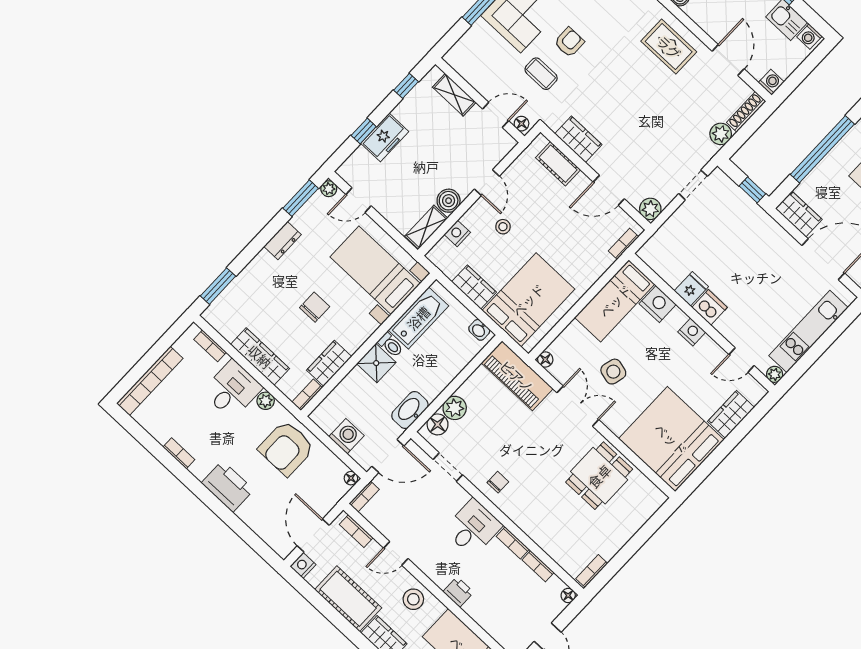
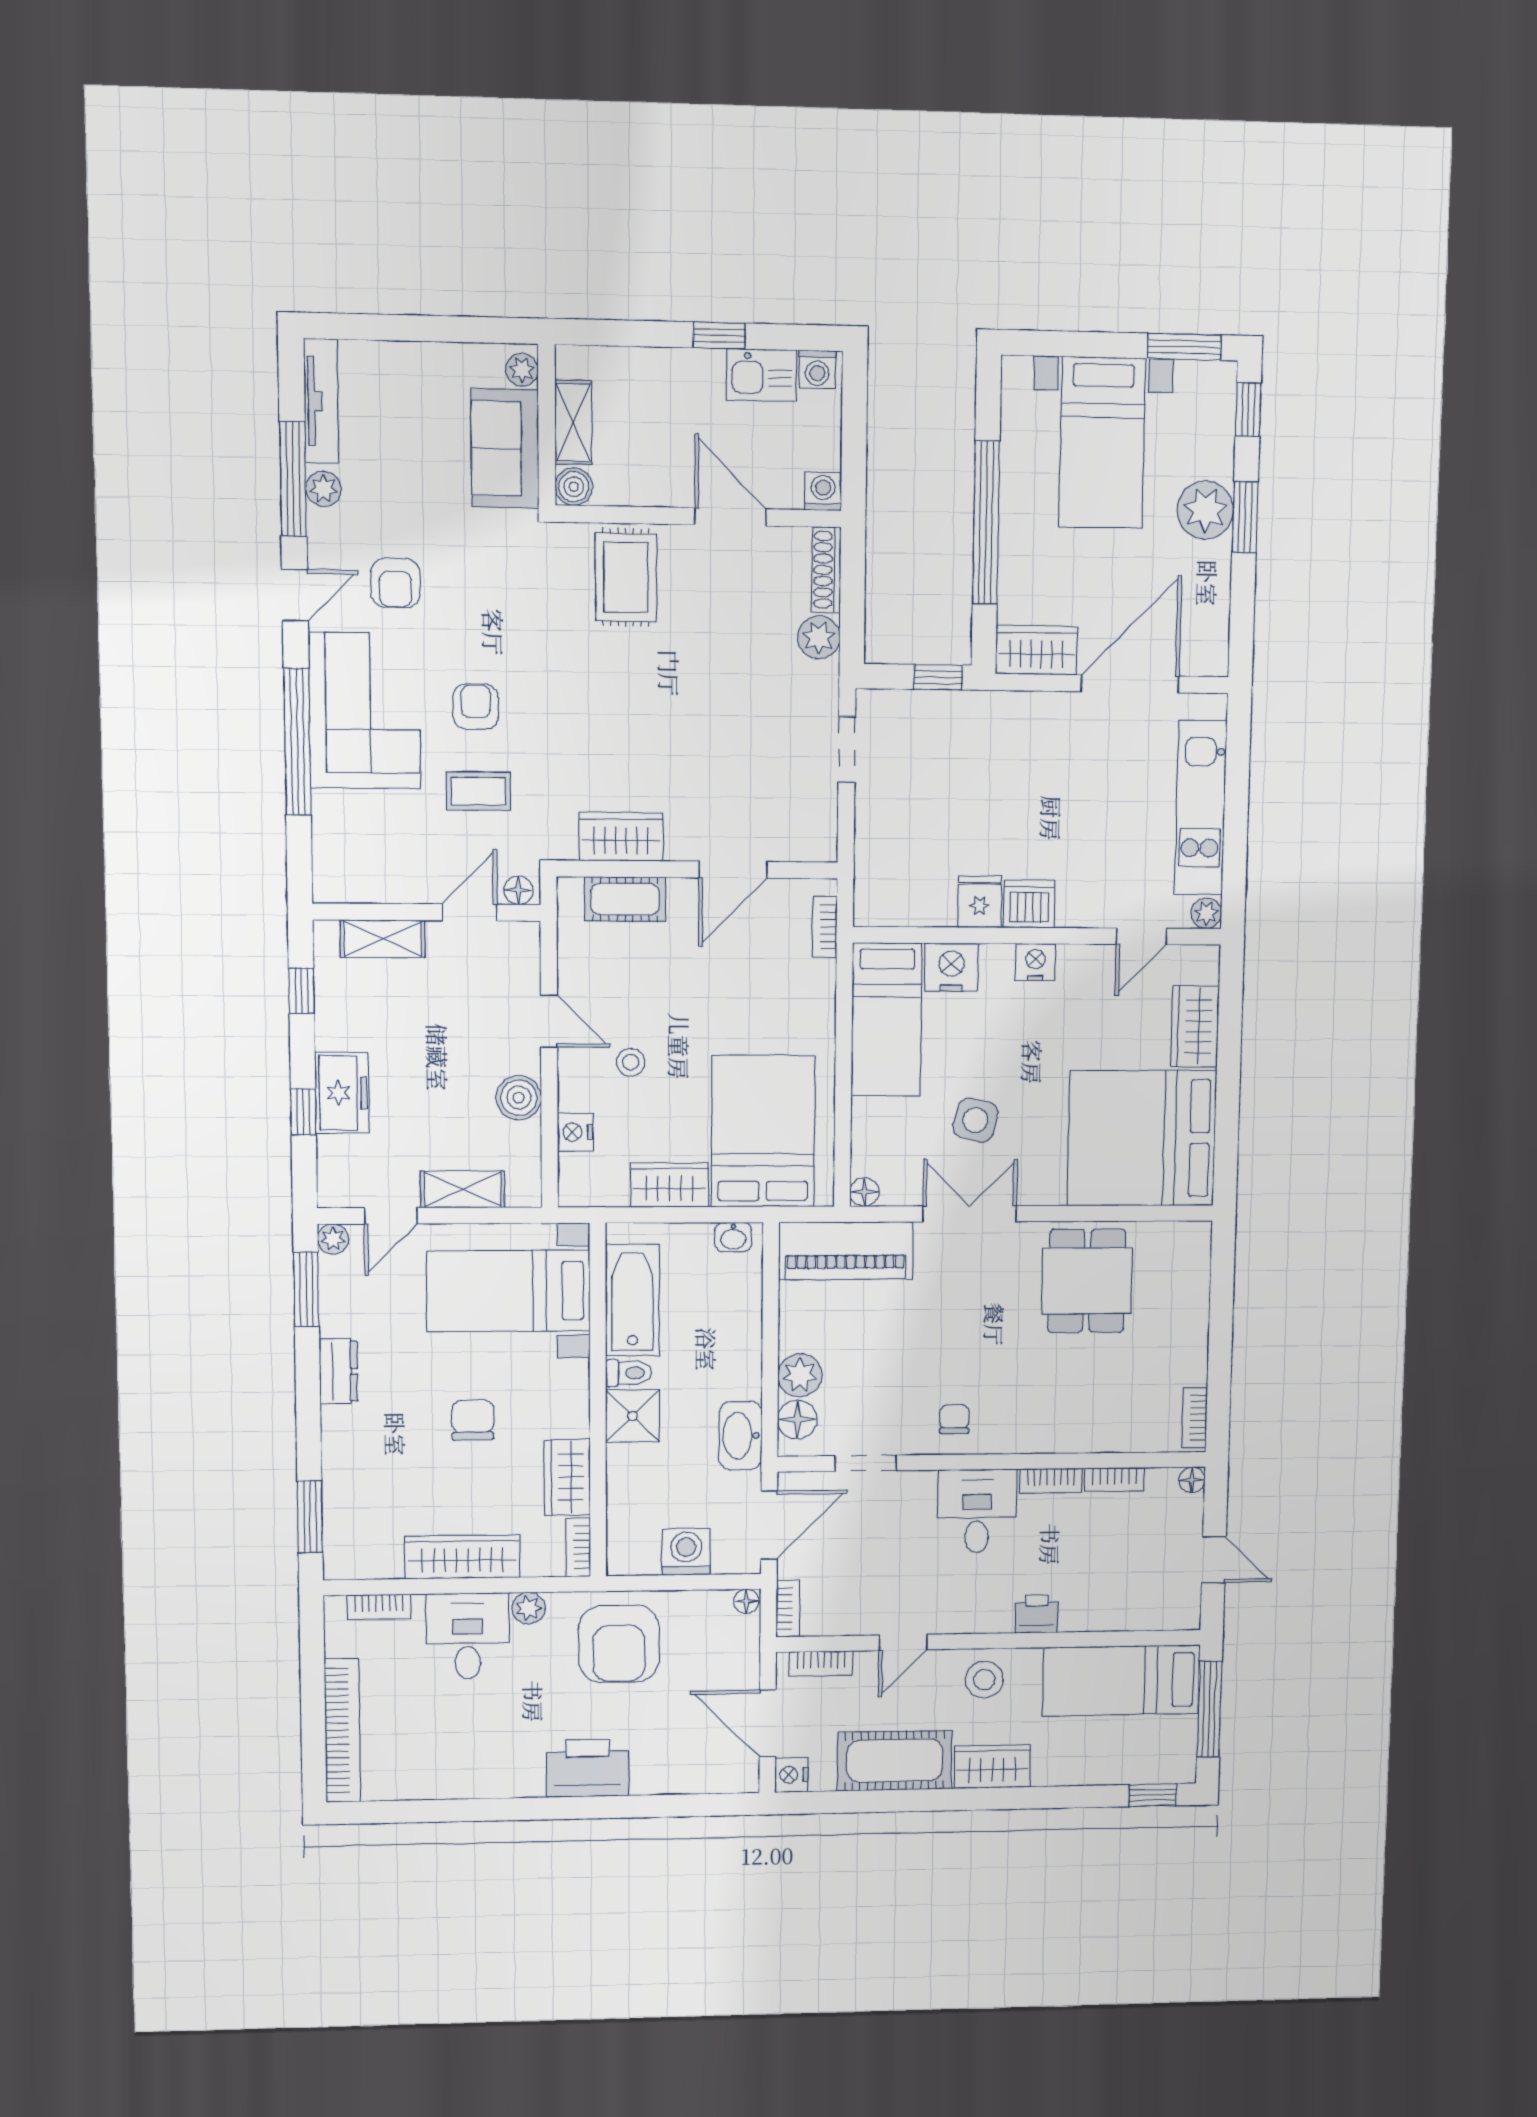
rug: (669, 47) -> (626, 577), turned 90
plant: (650, 209) -> (817, 841), removed
shelving: (426, 227) -> (463, 1189), moved, turned 90
bookcase: (179, 453) -> (478, 1787), removed

